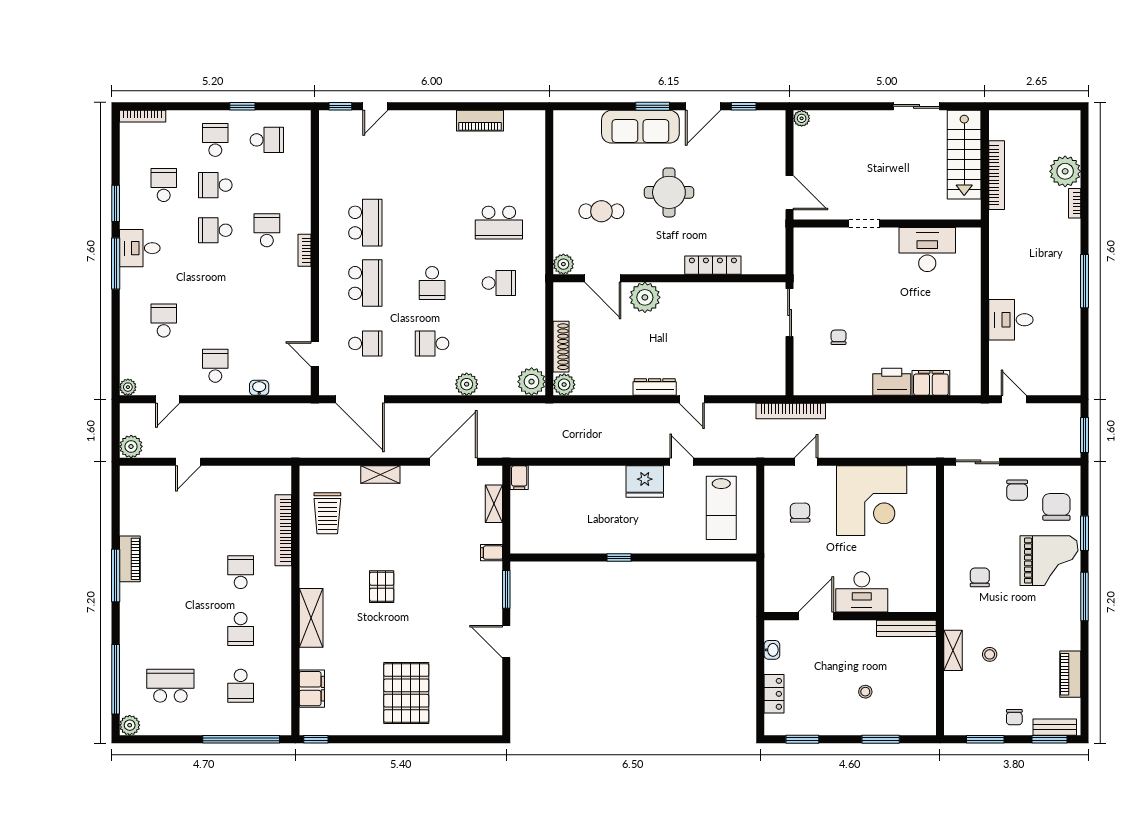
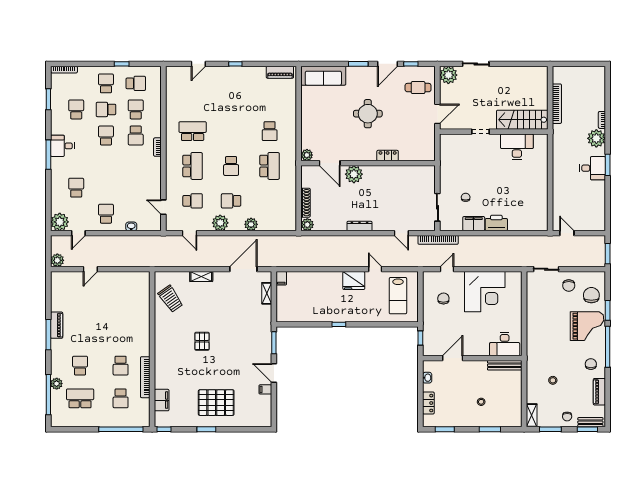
window: (340, 106) -> (235, 64), moved
sliding door: (916, 106) -> (476, 64), moved
plant: (802, 118) -> (448, 75), width x1.88, depth x1.88
piano: (480, 121) -> (280, 72), moved
sofa: (640, 127) -> (323, 76), moved
stairs: (964, 155) -> (522, 120), moved, turned 90
plant: (1065, 171) -> (596, 138), moved
school desk: (267, 185) -> (136, 109), added
door: (790, 193) -> (437, 114), hinge flipped
window: (116, 203) -> (48, 99), moved
cafe table: (601, 211) -> (418, 88), moved
school desk: (365, 223) -> (193, 131), turned -90
school desk: (499, 223) -> (270, 131), width x0.54
school desk: (215, 230) -> (106, 136), turned 90
school desk: (267, 230) -> (136, 136), turned 180
locker: (713, 265) -> (388, 156), width x0.66
window: (1085, 281) -> (608, 165), width x0.69
school desk: (499, 283) -> (270, 166), width x1.85
sliding door: (790, 313) -> (437, 207), moved
desk: (1011, 320) -> (593, 168), moved, turned 180
plant: (532, 382) -> (220, 223), moved
filing cabinet: (931, 383) -> (474, 224), moved
plant: (128, 387) -> (60, 222), width x1.88, depth x1.88
door: (360, 399) -> (189, 233), width x0.53
door: (692, 399) -> (401, 233), moved
trolley: (327, 513) -> (171, 299), turned -35
bookcase: (283, 530) -> (145, 377), moved
filing cabinet: (492, 553) -> (265, 389), moved
school desk: (241, 572) -> (80, 366), moved
chair: (980, 577) -> (591, 364), moved
window: (760, 581) -> (420, 338), added
desk: (862, 592) -> (505, 344), moved
window: (1085, 596) -> (608, 347), width x1.46
shelving: (311, 618) -> (161, 359), removed
shelving: (953, 650) -> (532, 415), moved
pallet: (406, 693) -> (216, 403), turned 90
plant: (130, 725) -> (57, 384), moved
window: (389, 739) -> (206, 429), added

